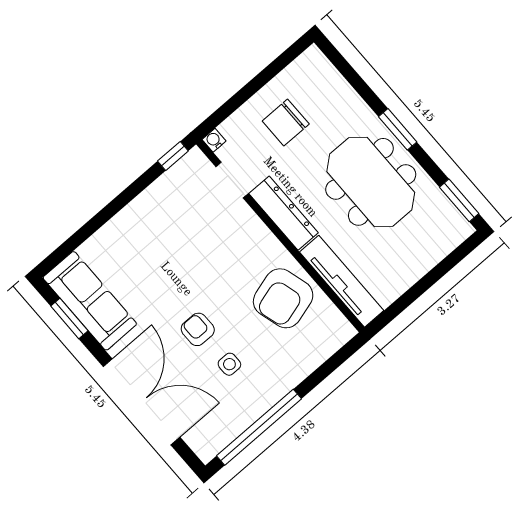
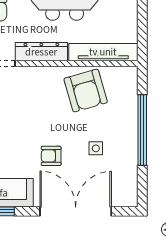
armchair: (198, 329) -> (51, 156), moved
window: (259, 427) -> (142, 130), moved

